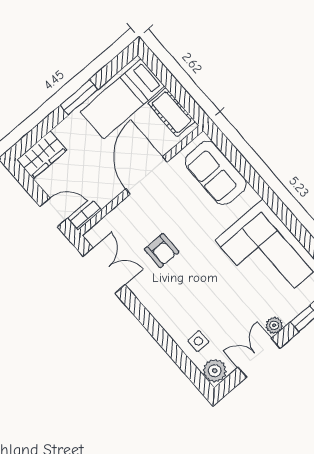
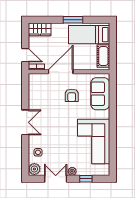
door: (146, 175) -> (61, 72), moved
armchair: (162, 251) -> (72, 95), moved
double door: (104, 271) -> (25, 122), moved

